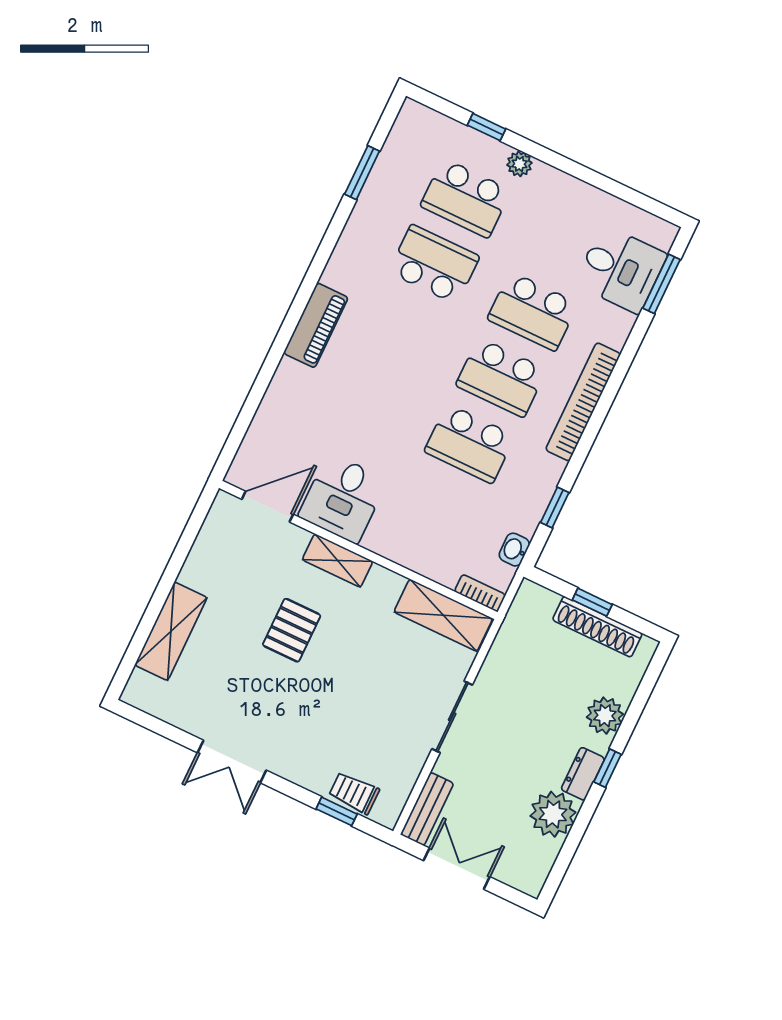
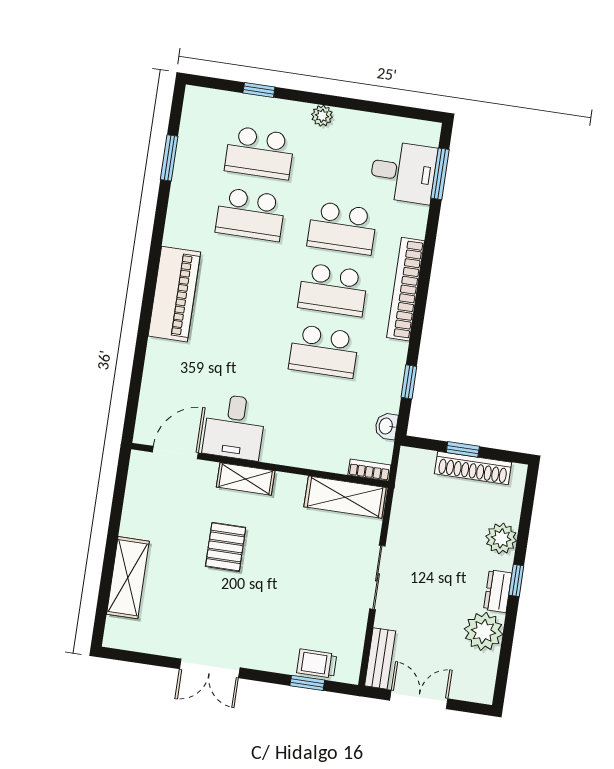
plant: (519, 164) -> (322, 116), moved
school desk: (434, 264) -> (250, 214), turned 180
piano: (316, 325) -> (174, 294), width x1.37, depth x1.33

